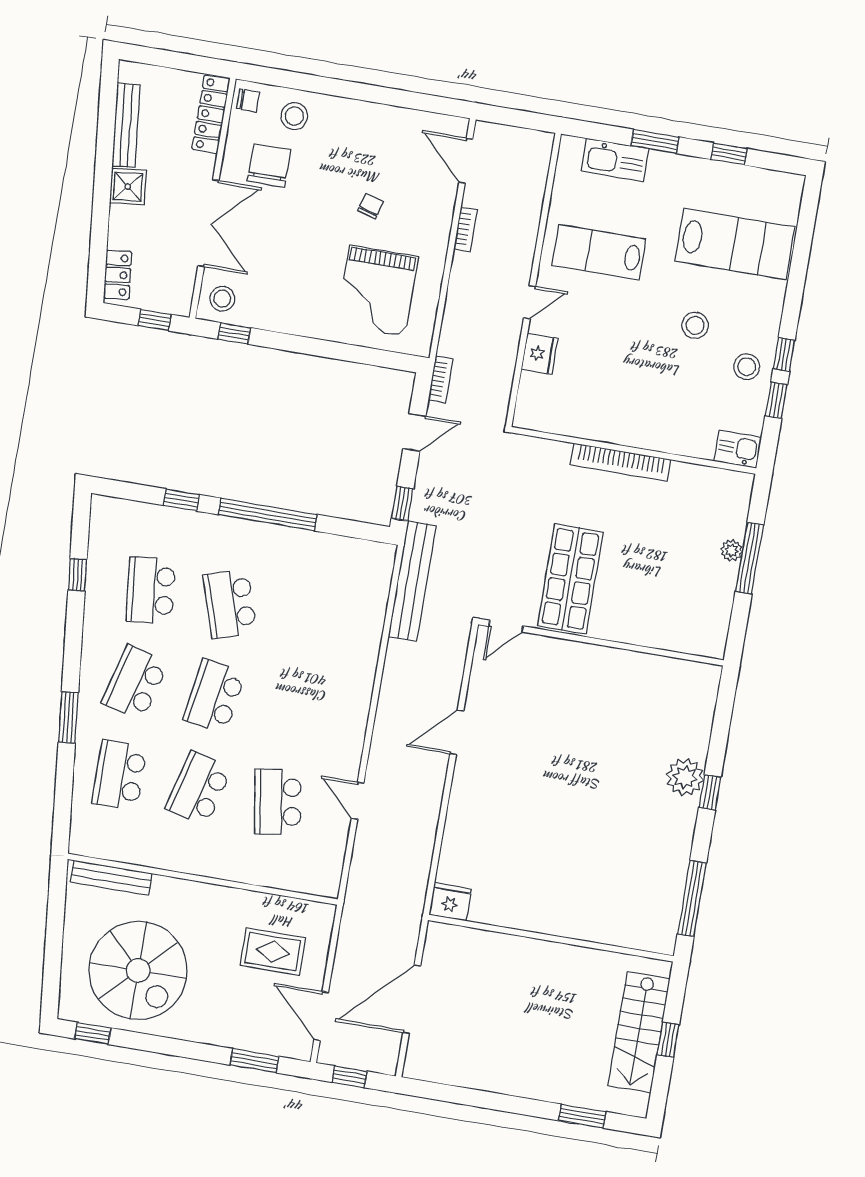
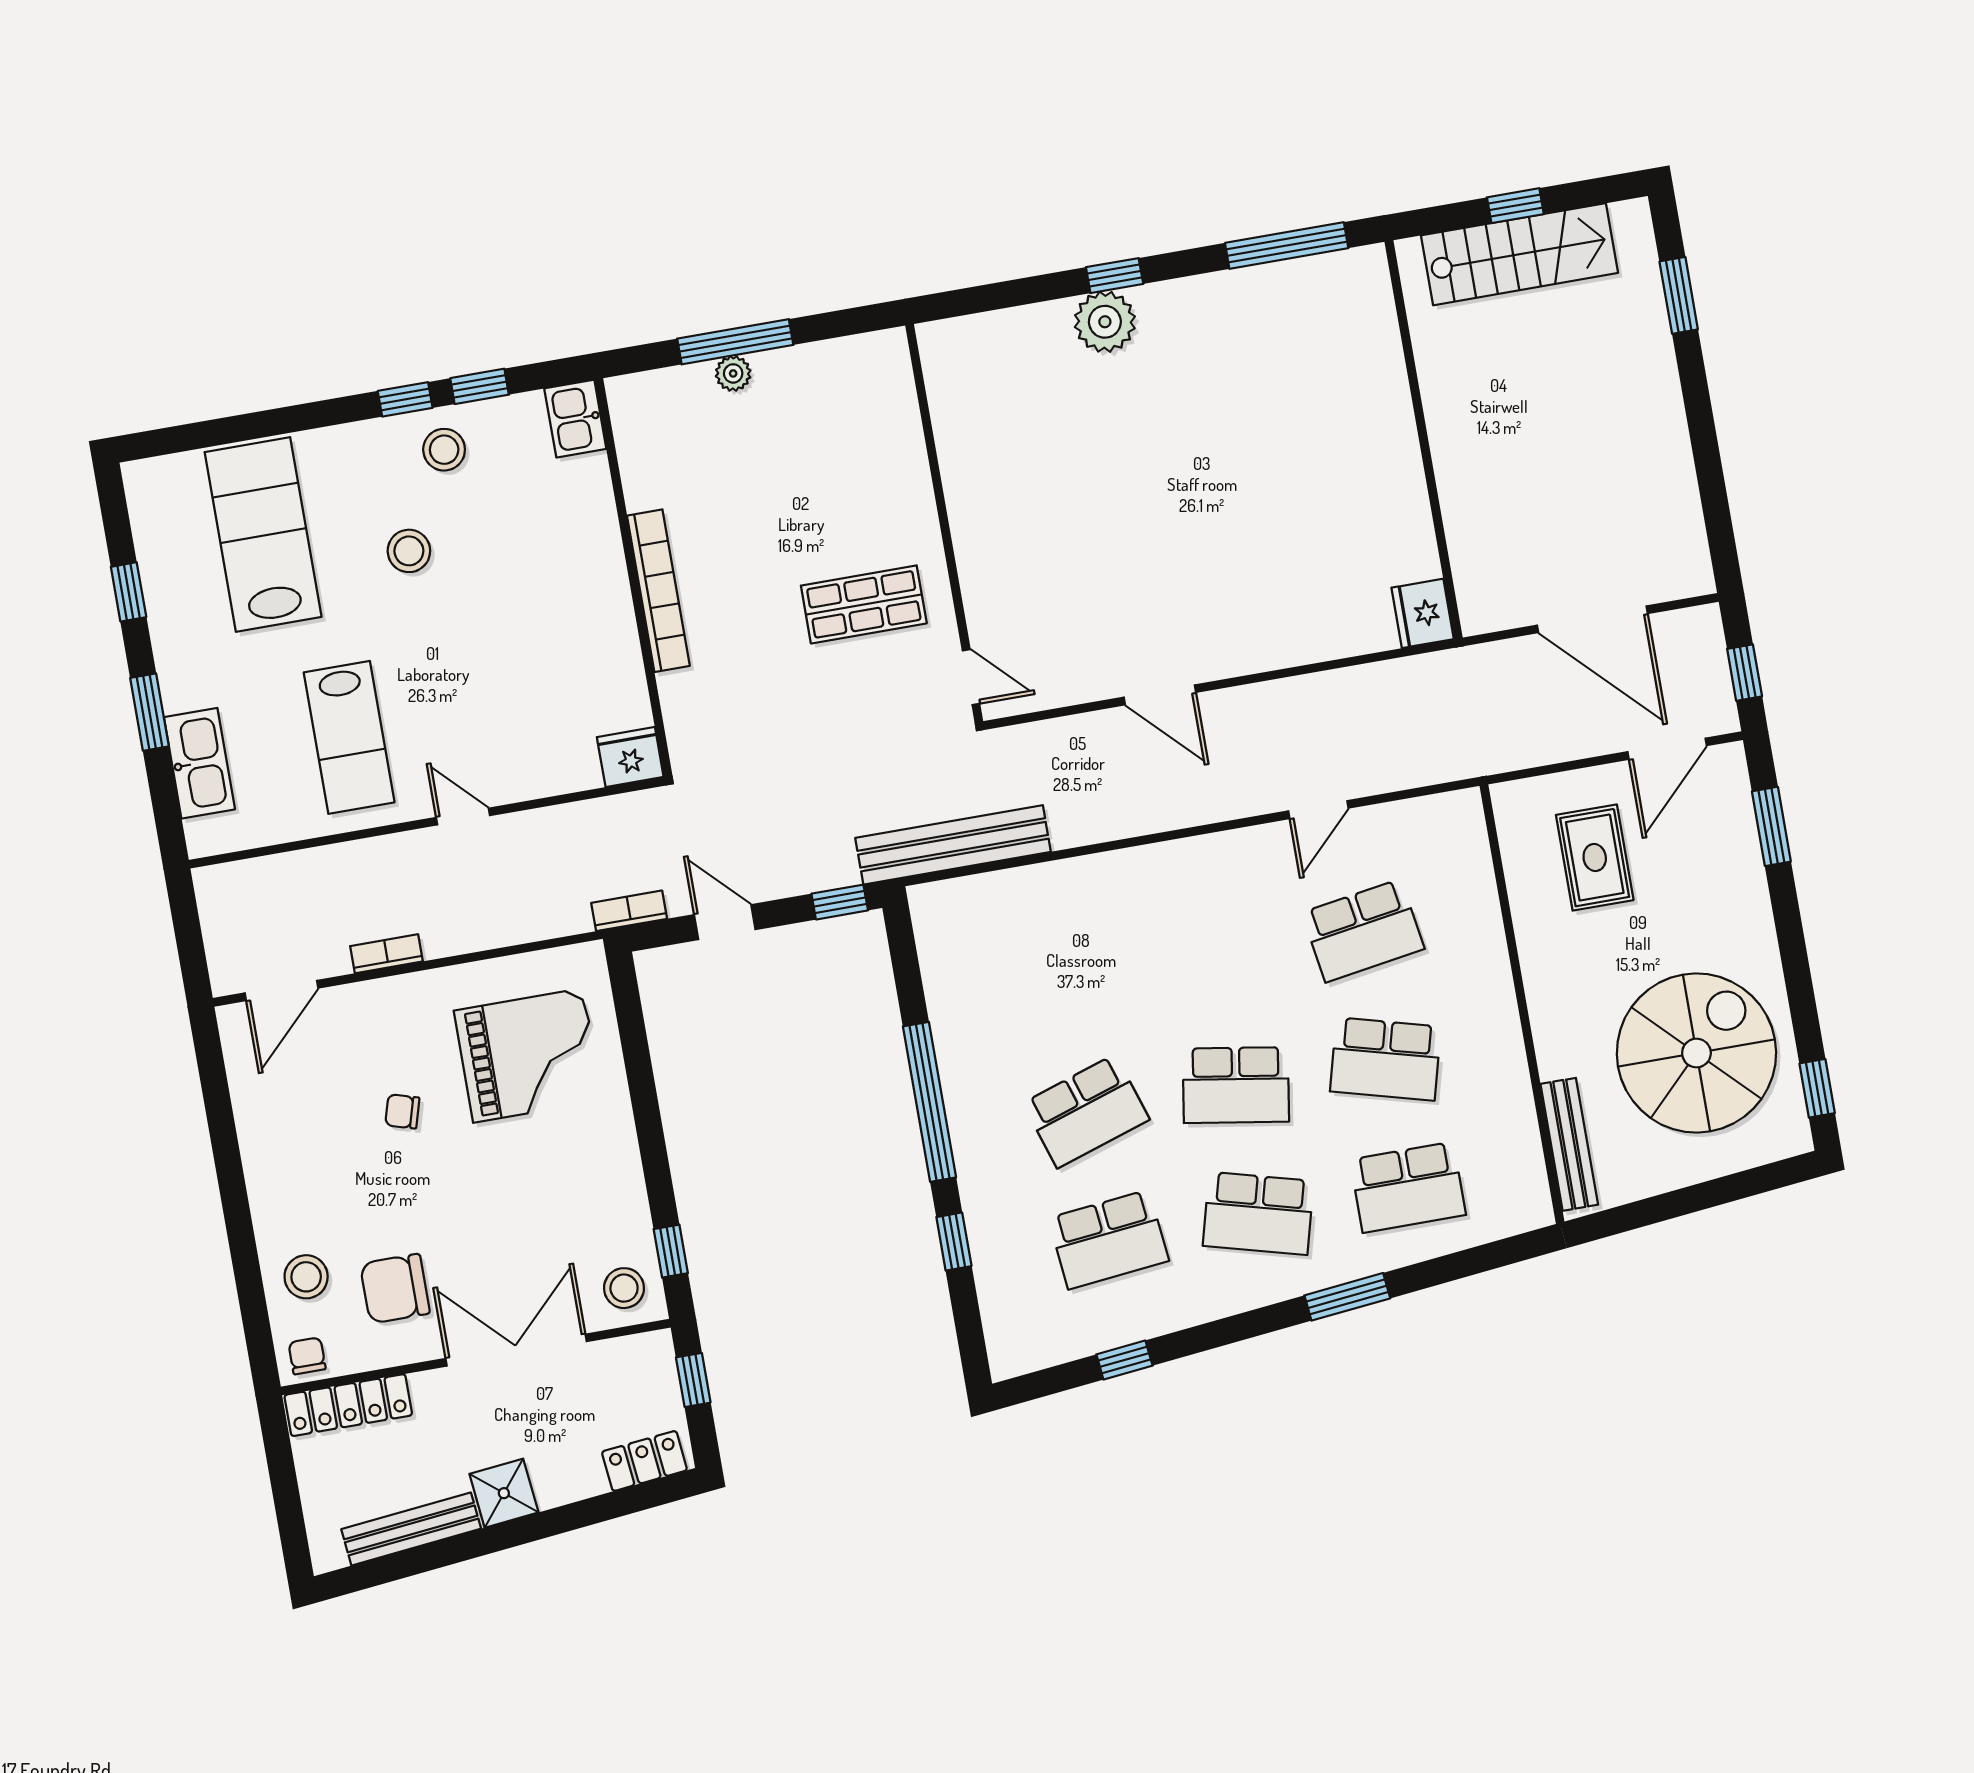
fridge: (540, 354) -> (630, 757), moved
shop shelf: (570, 579) -> (864, 604), width x0.70, depth x0.74

